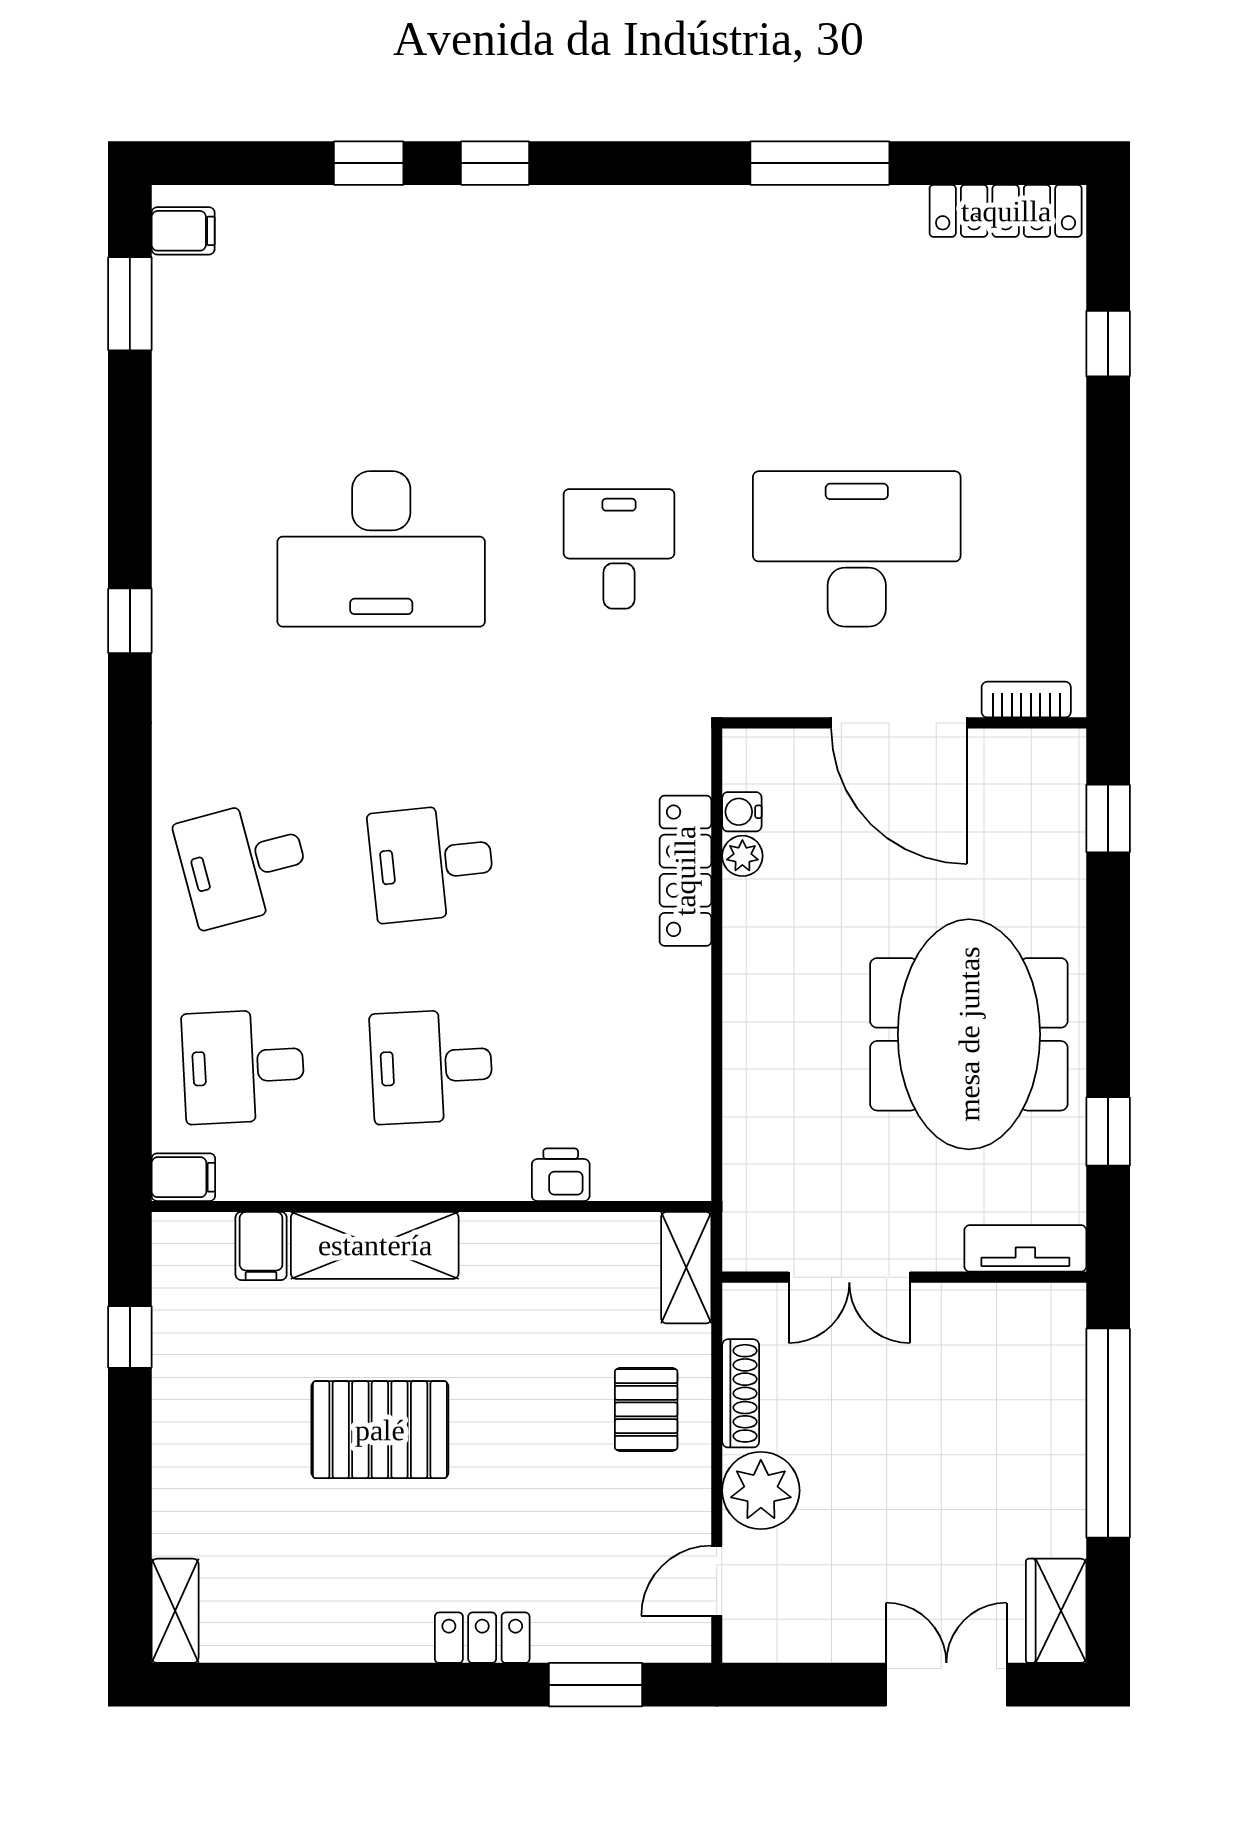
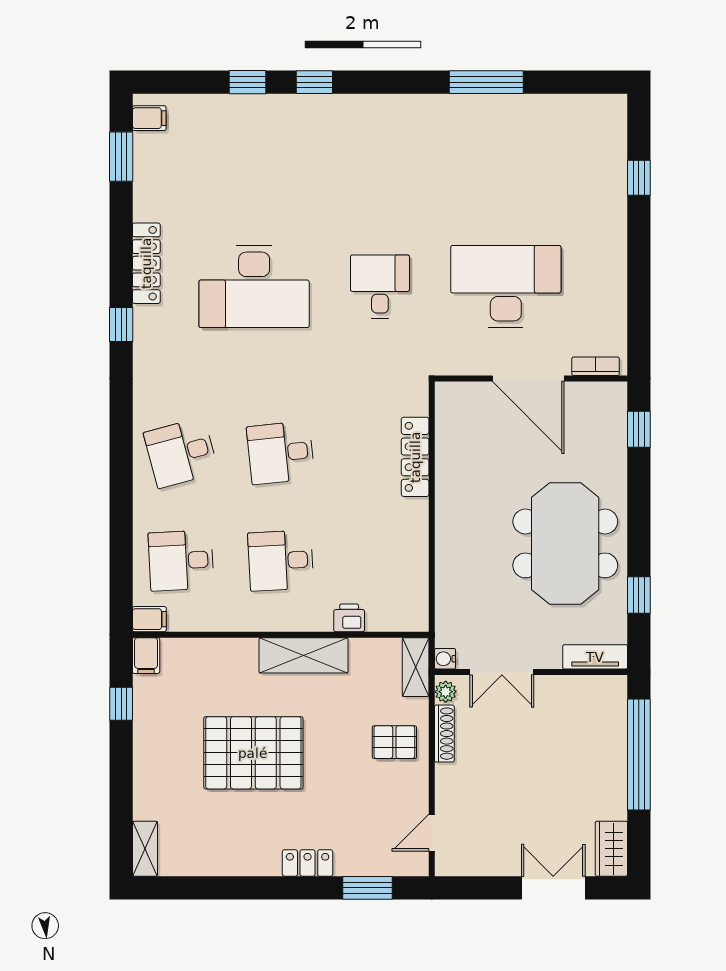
locker: (1006, 211) -> (146, 263), moved, turned -90
water cooler: (742, 812) -> (445, 659), moved
plant: (742, 856) -> (445, 449), removed
shelving: (375, 1245) -> (303, 655), moved
filing cabinet: (261, 1246) -> (146, 656), moved
pallet: (646, 1409) -> (394, 742), turned 90
pallet: (380, 1430) -> (253, 753), width x1.37, depth x1.41
plant: (761, 1490) -> (446, 692), moved, width x0.53, depth x0.53

